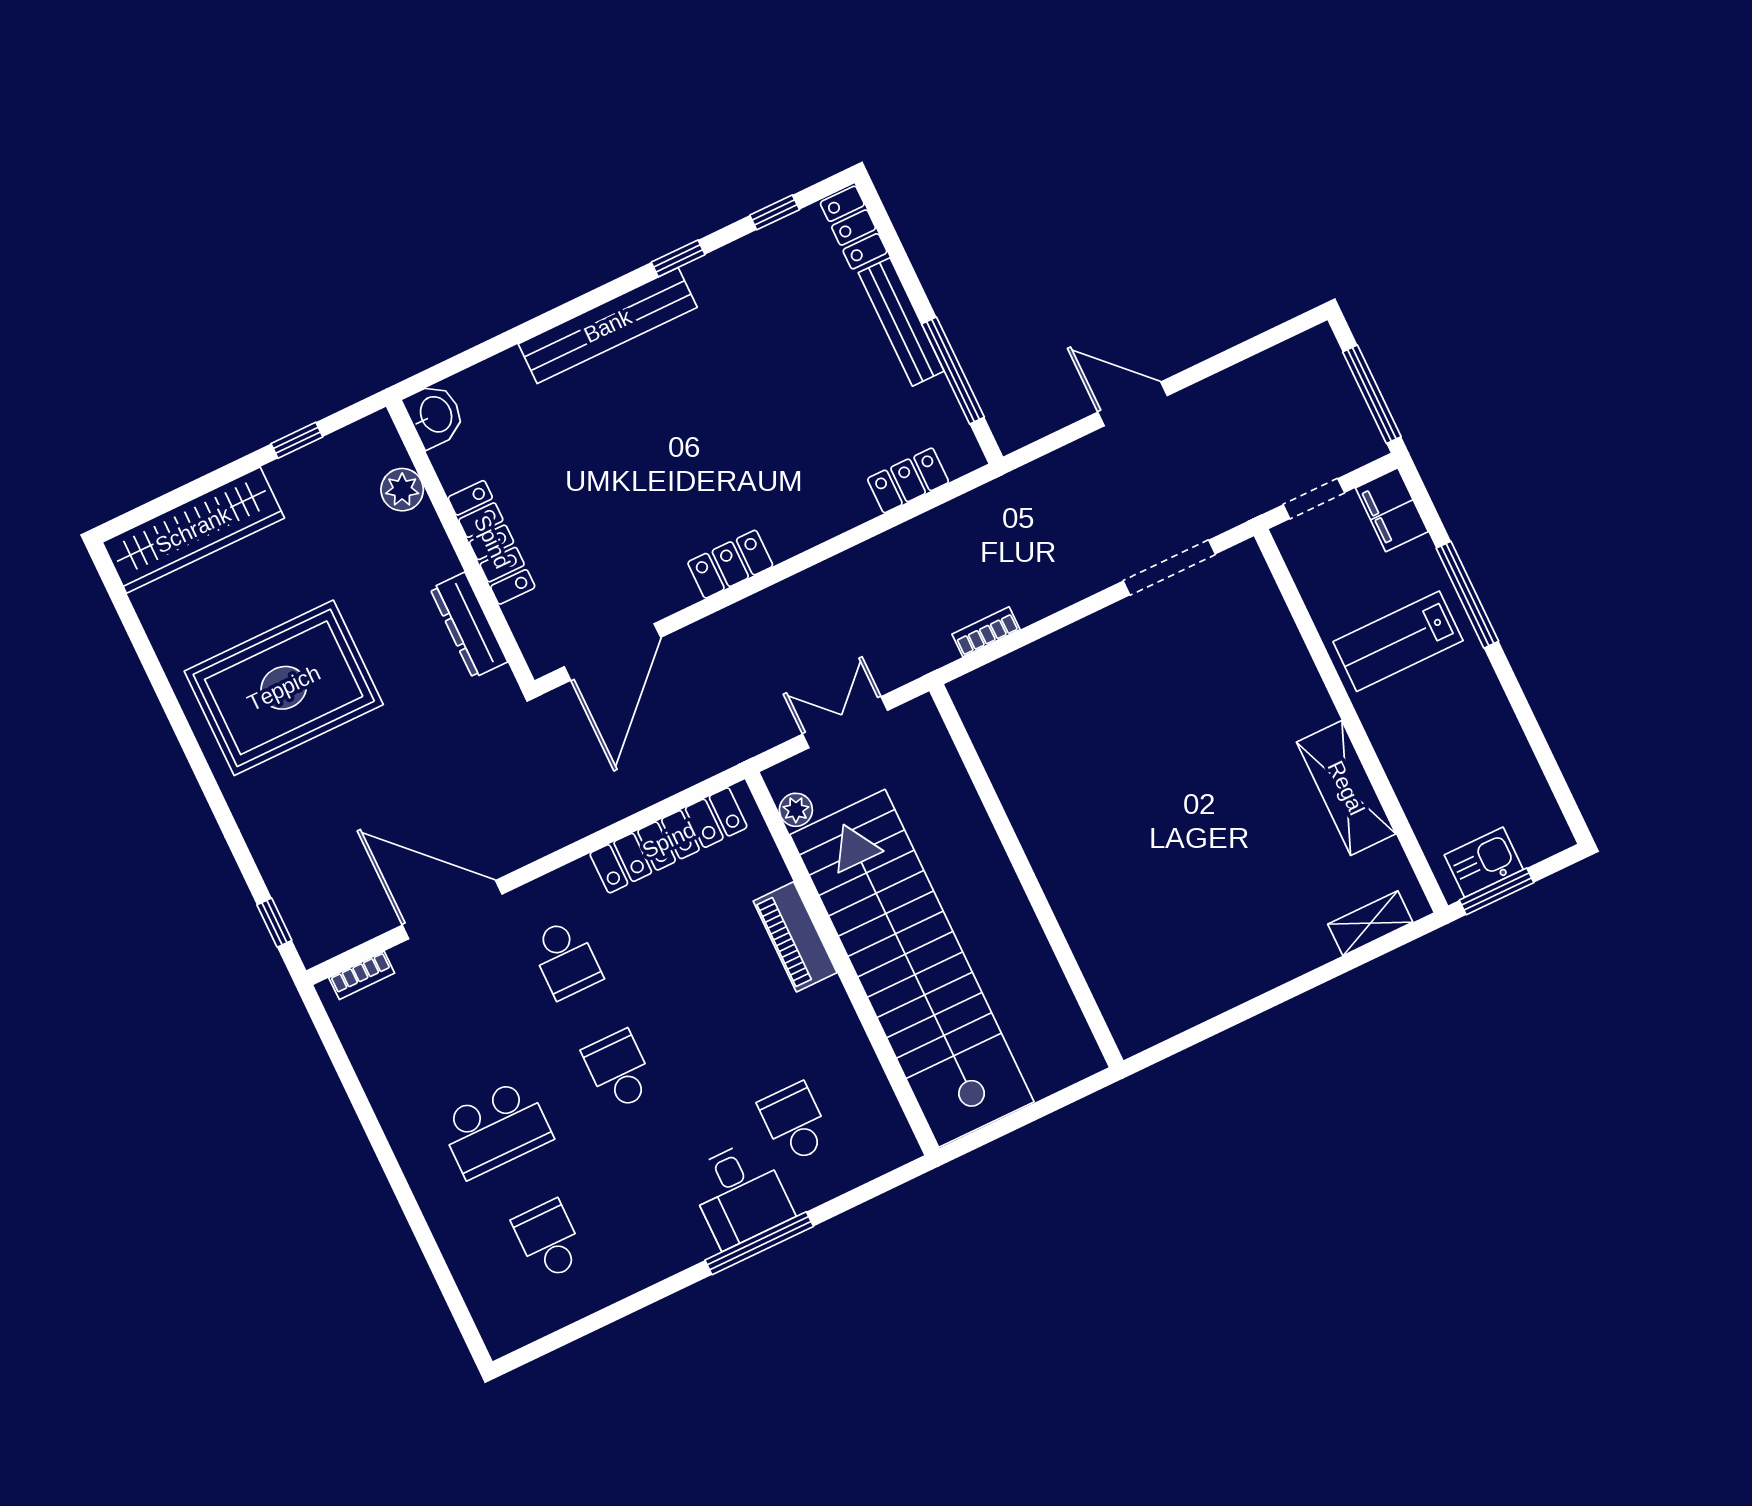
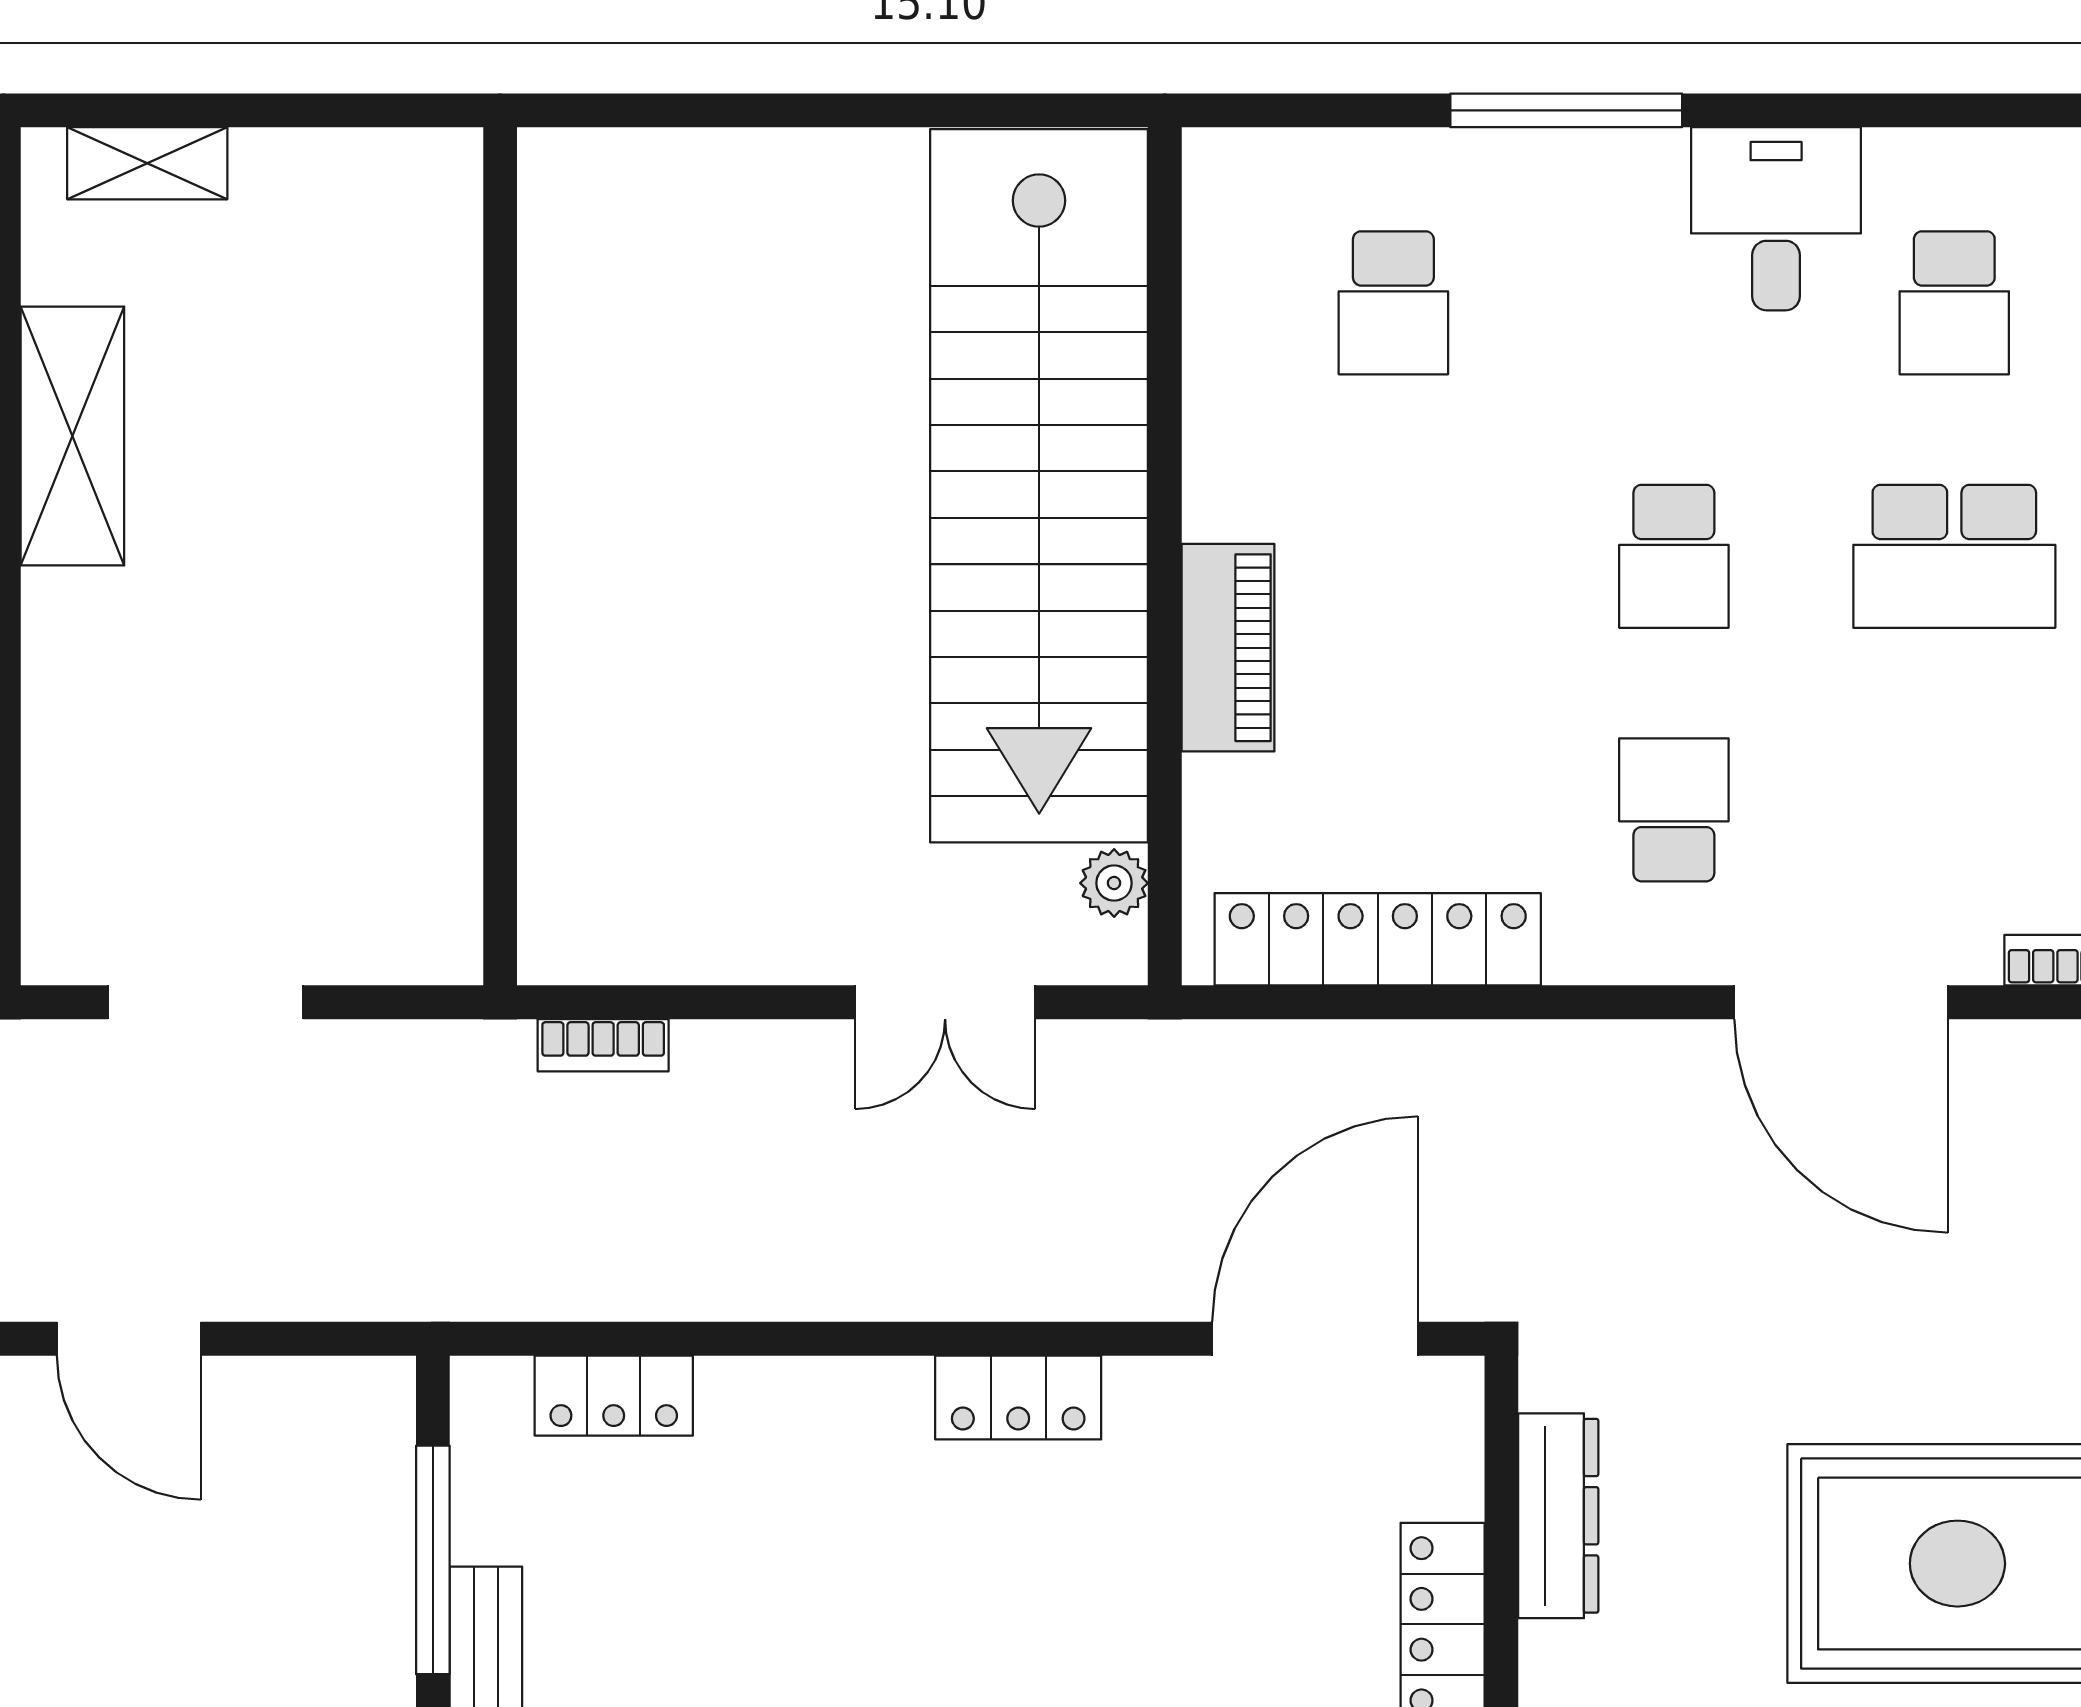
wall: (1026, 876) -> (500, 556), moved
school desk: (496, 1129) -> (1954, 556), turned 180
desk: (740, 1194) -> (1776, 219), moved

